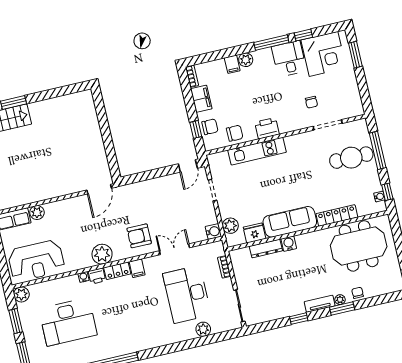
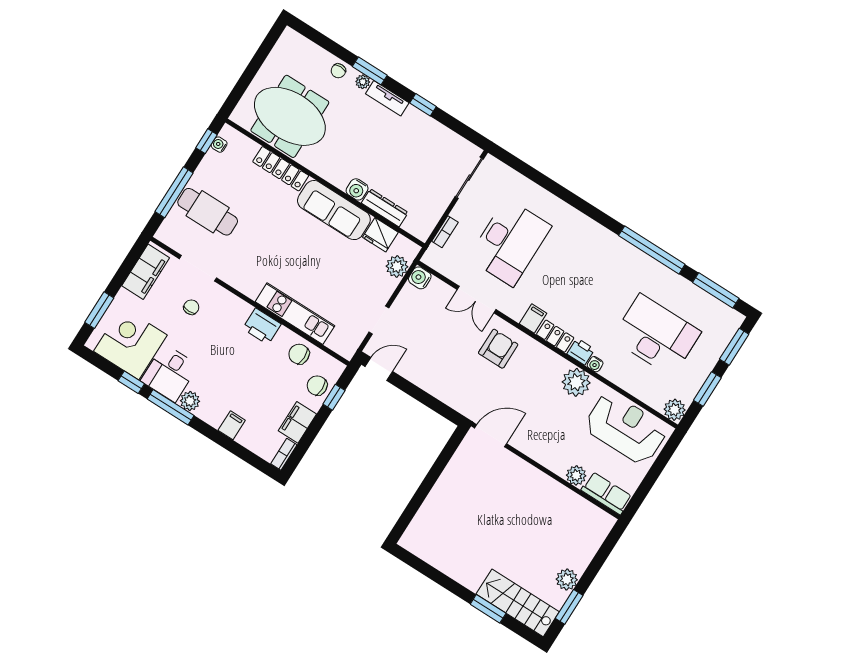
plant: (246, 60) -> (190, 401), moved
filing cabinet: (352, 97) -> (146, 272), added
armchair: (139, 236) -> (498, 349), turned -90
plant: (102, 254) -> (576, 382), moved
plant: (203, 329) -> (529, 191), removed

